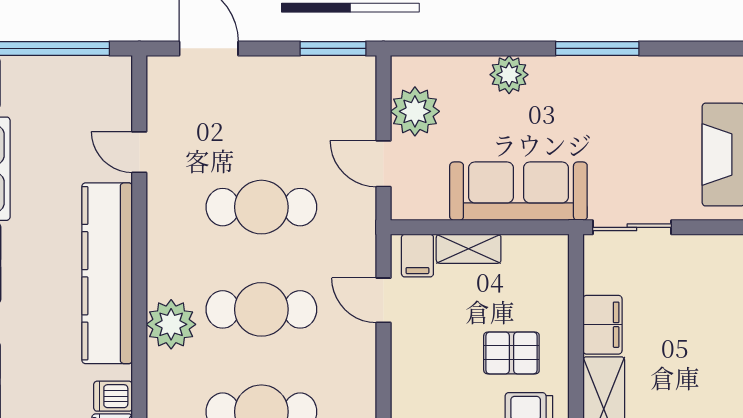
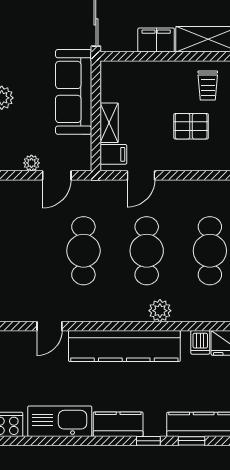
plant: (415, 111) -> (31, 163), width x0.53, depth x0.53
plant: (171, 324) -> (160, 311), width x0.73, depth x0.73
pallet: (511, 353) -> (191, 126), moved, turned 90

